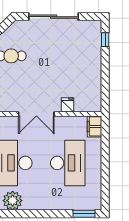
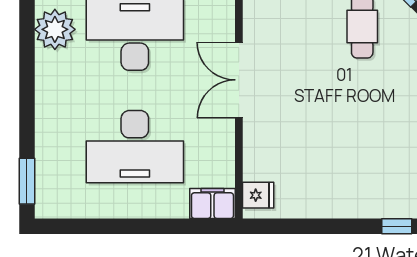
fridge: (68, 105) -> (258, 195), moved

